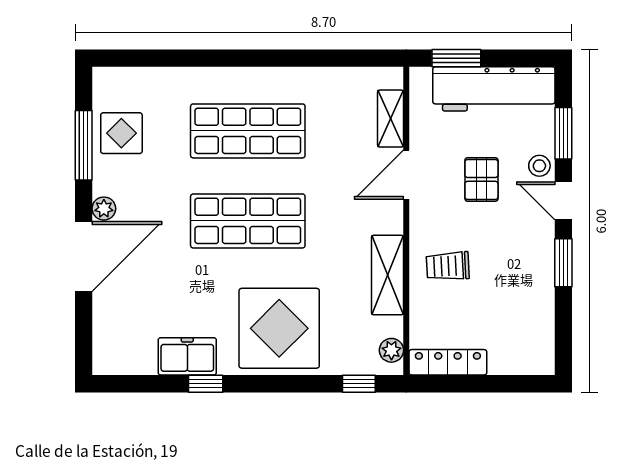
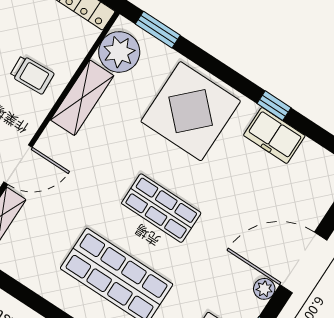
shop shelf: (248, 221) -> (161, 208), width x0.70, depth x0.74
plant: (391, 350) -> (119, 52), width x1.87, depth x1.87
window: (359, 384) -> (158, 30), width x1.50

